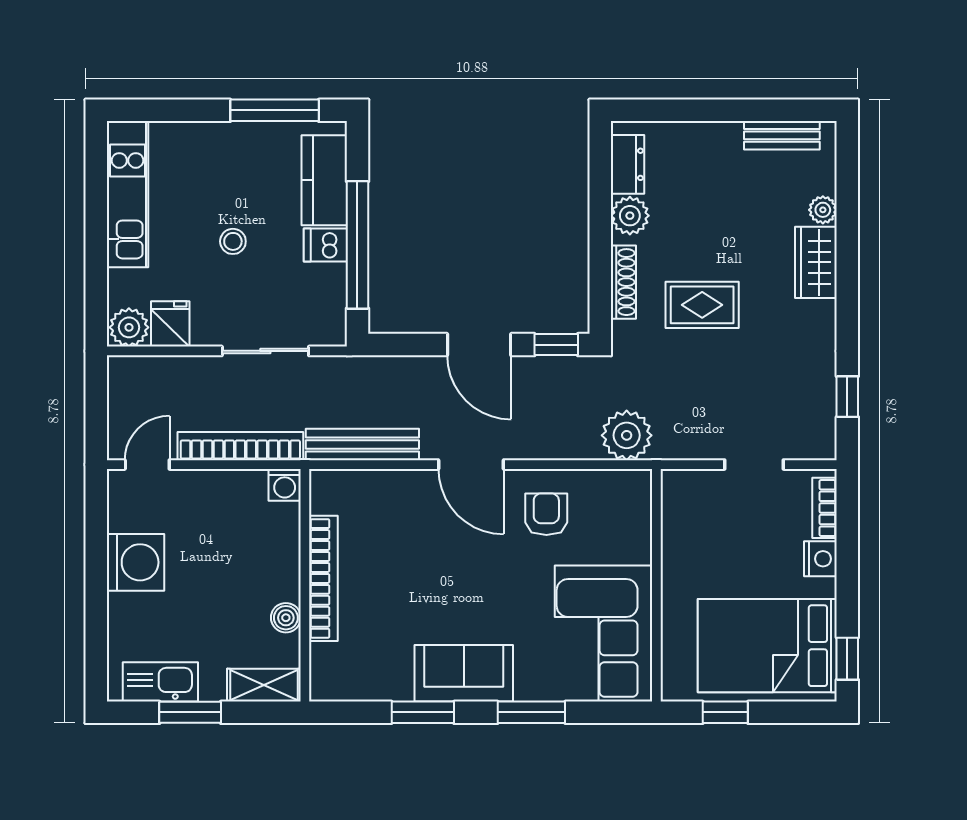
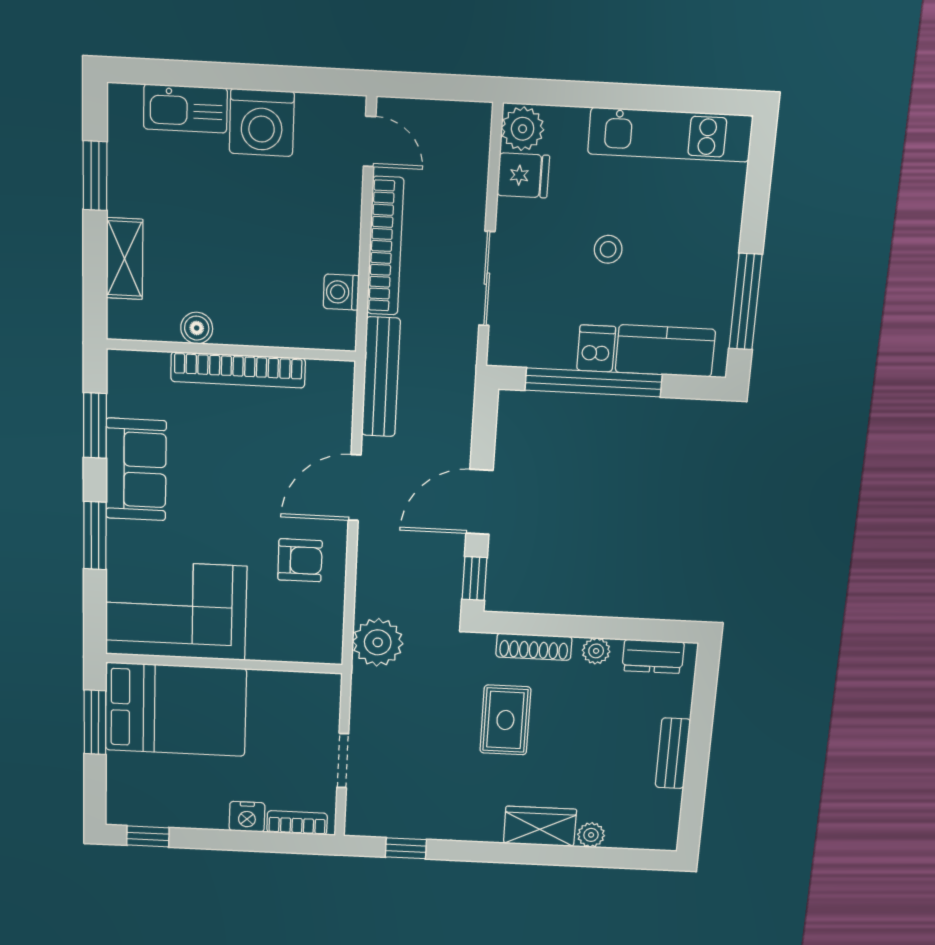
bench: (782, 135) -> (673, 753), moved
plant: (630, 216) -> (596, 651), width x0.73, depth x0.73
bookcase: (323, 578) -> (238, 370), moved
wall: (305, 585) -> (231, 350), moved
boiler: (286, 618) -> (197, 328), moved
bed: (767, 646) -> (176, 709), moved, turned 90
kitchen sink: (160, 682) -> (185, 109), moved, turned 90
window: (725, 712) -> (95, 722), width x1.50

